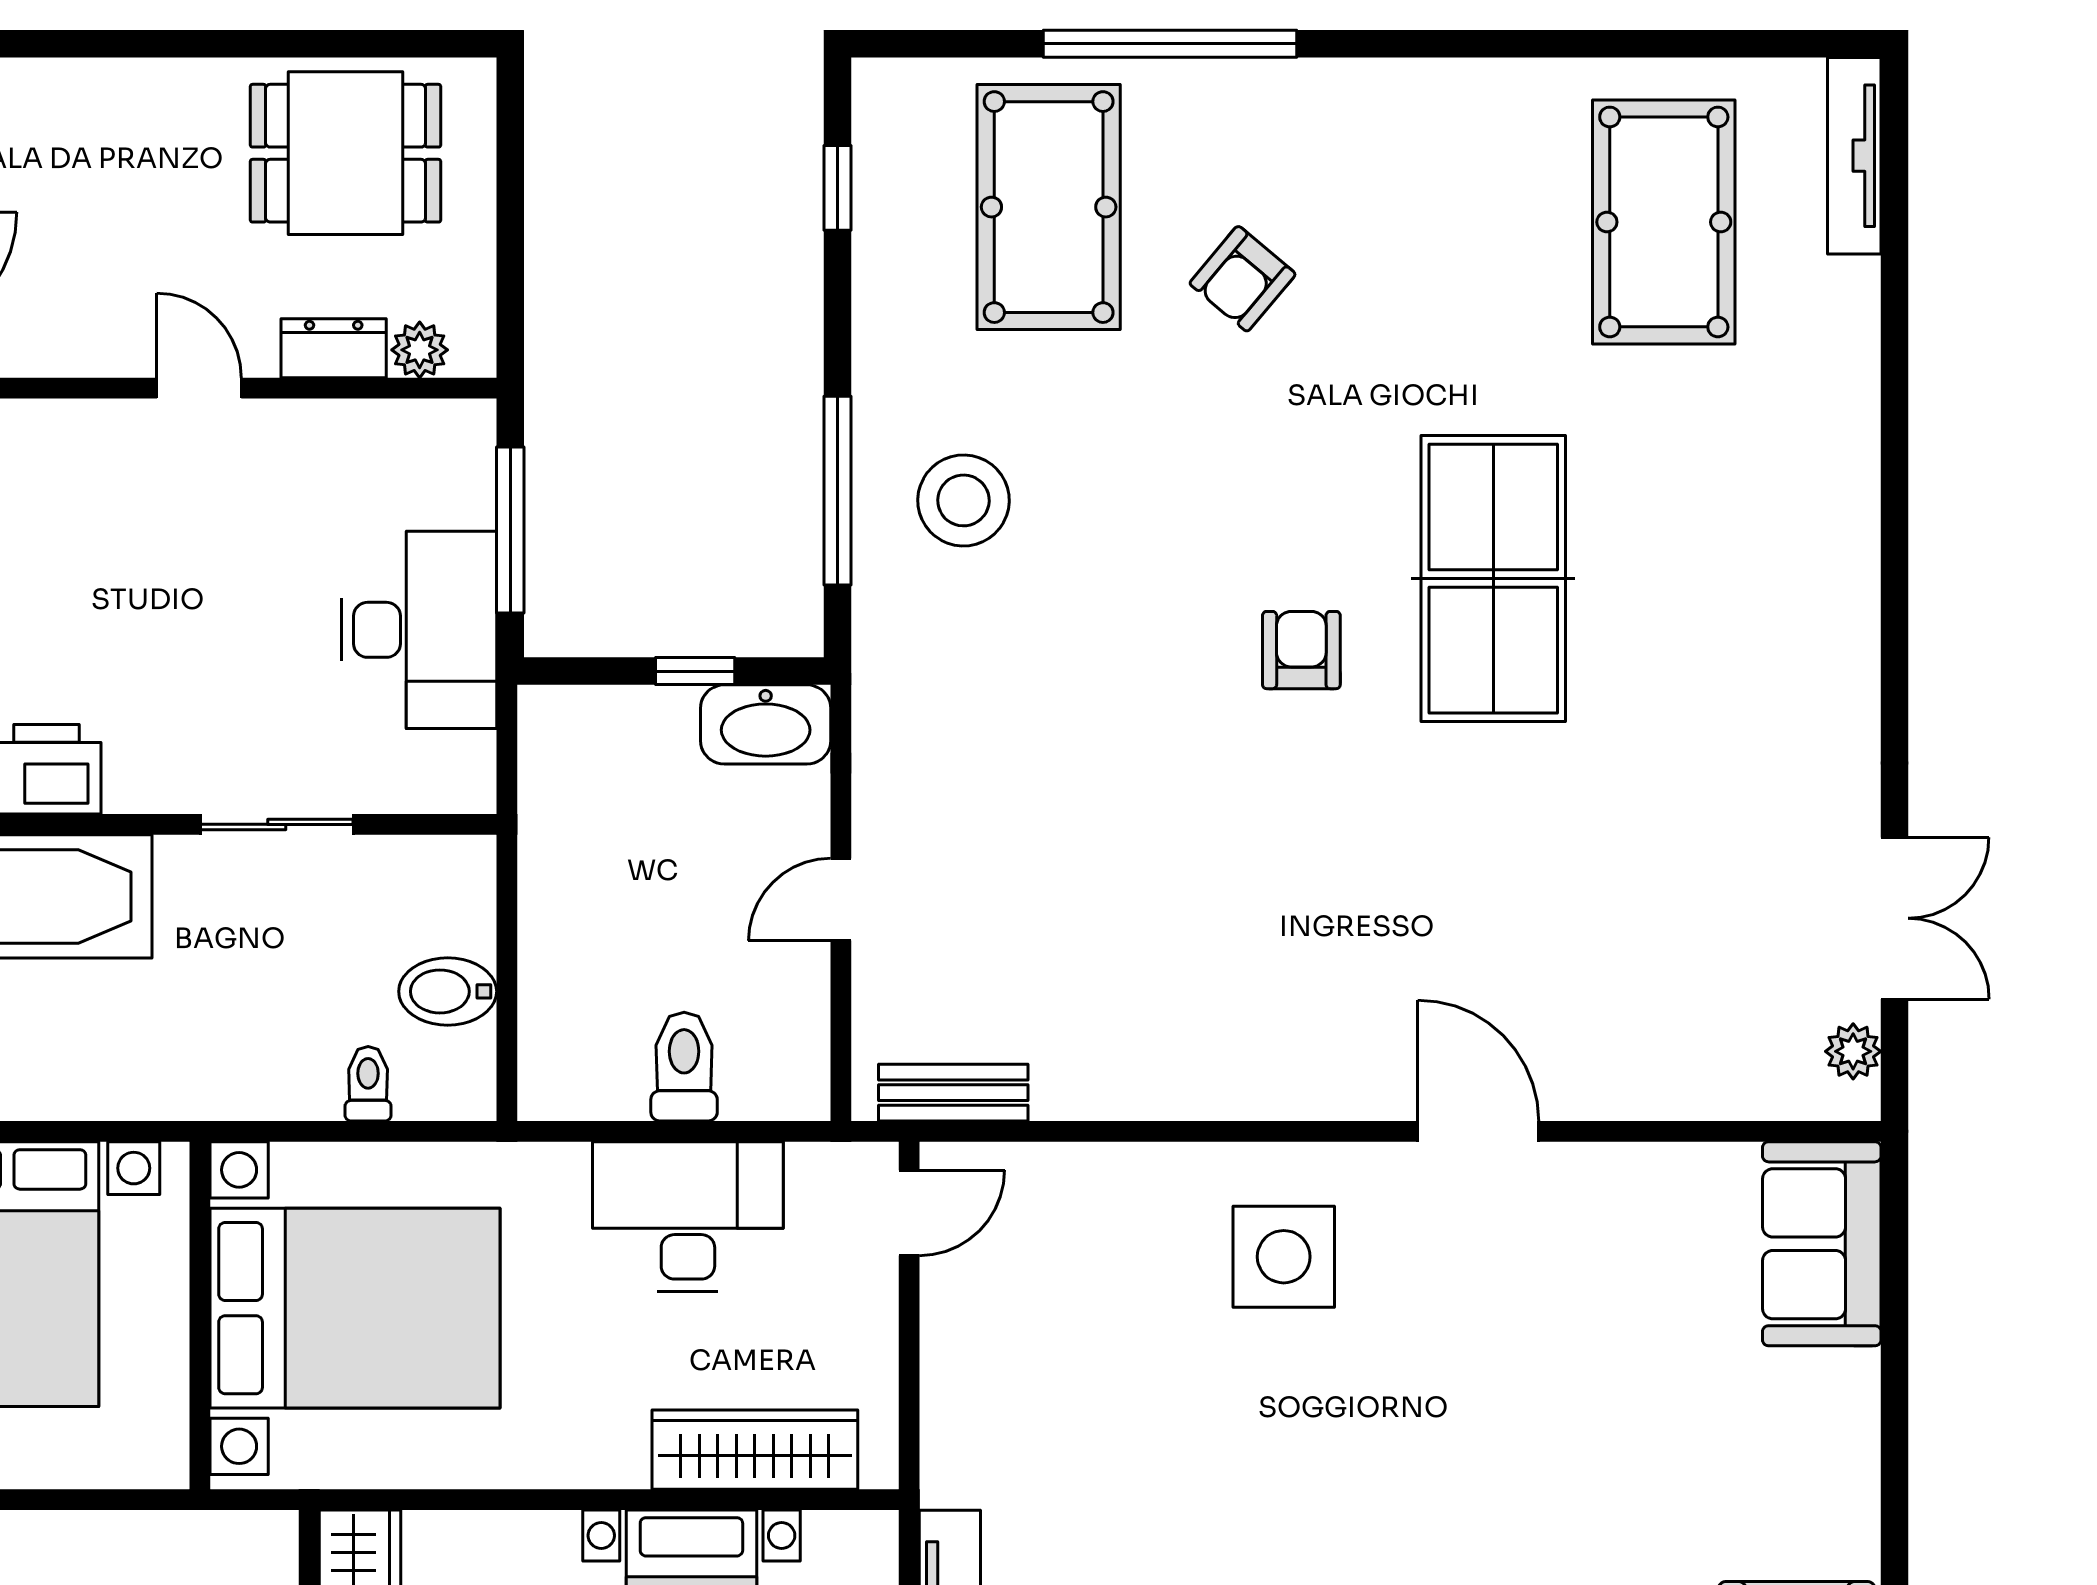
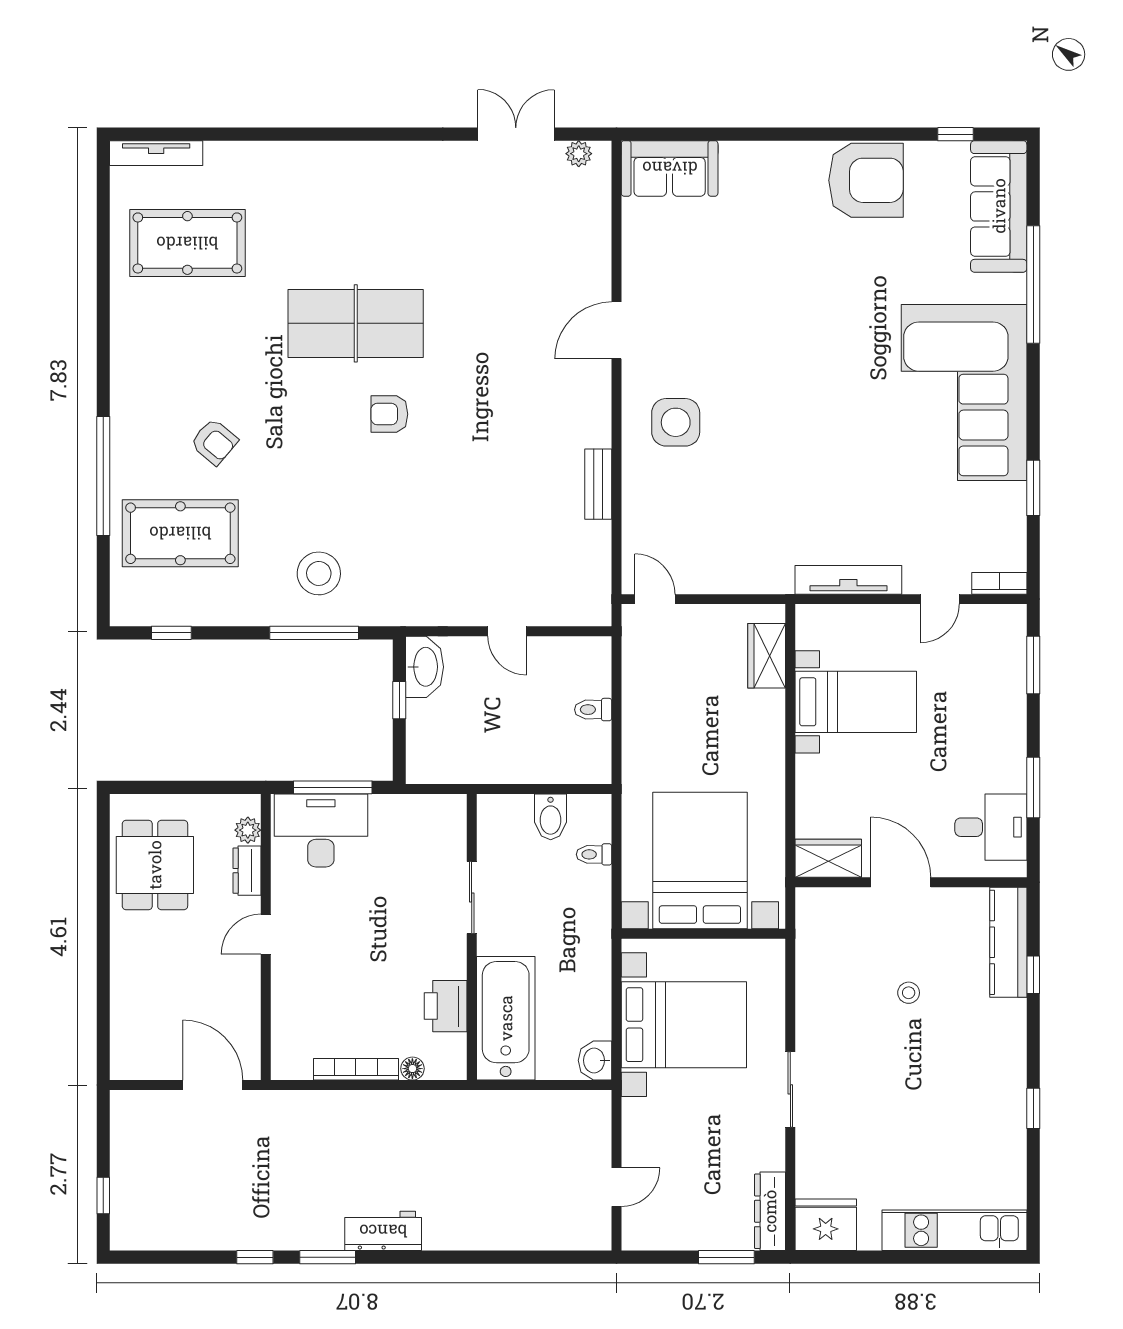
desk: (419, 630) -> (321, 830), moved
toilet: (684, 1067) -> (593, 710), width x0.73, depth x0.72
bench: (953, 1093) -> (598, 484), moved
desk: (688, 1216) -> (657, 703), removed
wardrobe: (755, 1450) -> (767, 656), width x0.67

